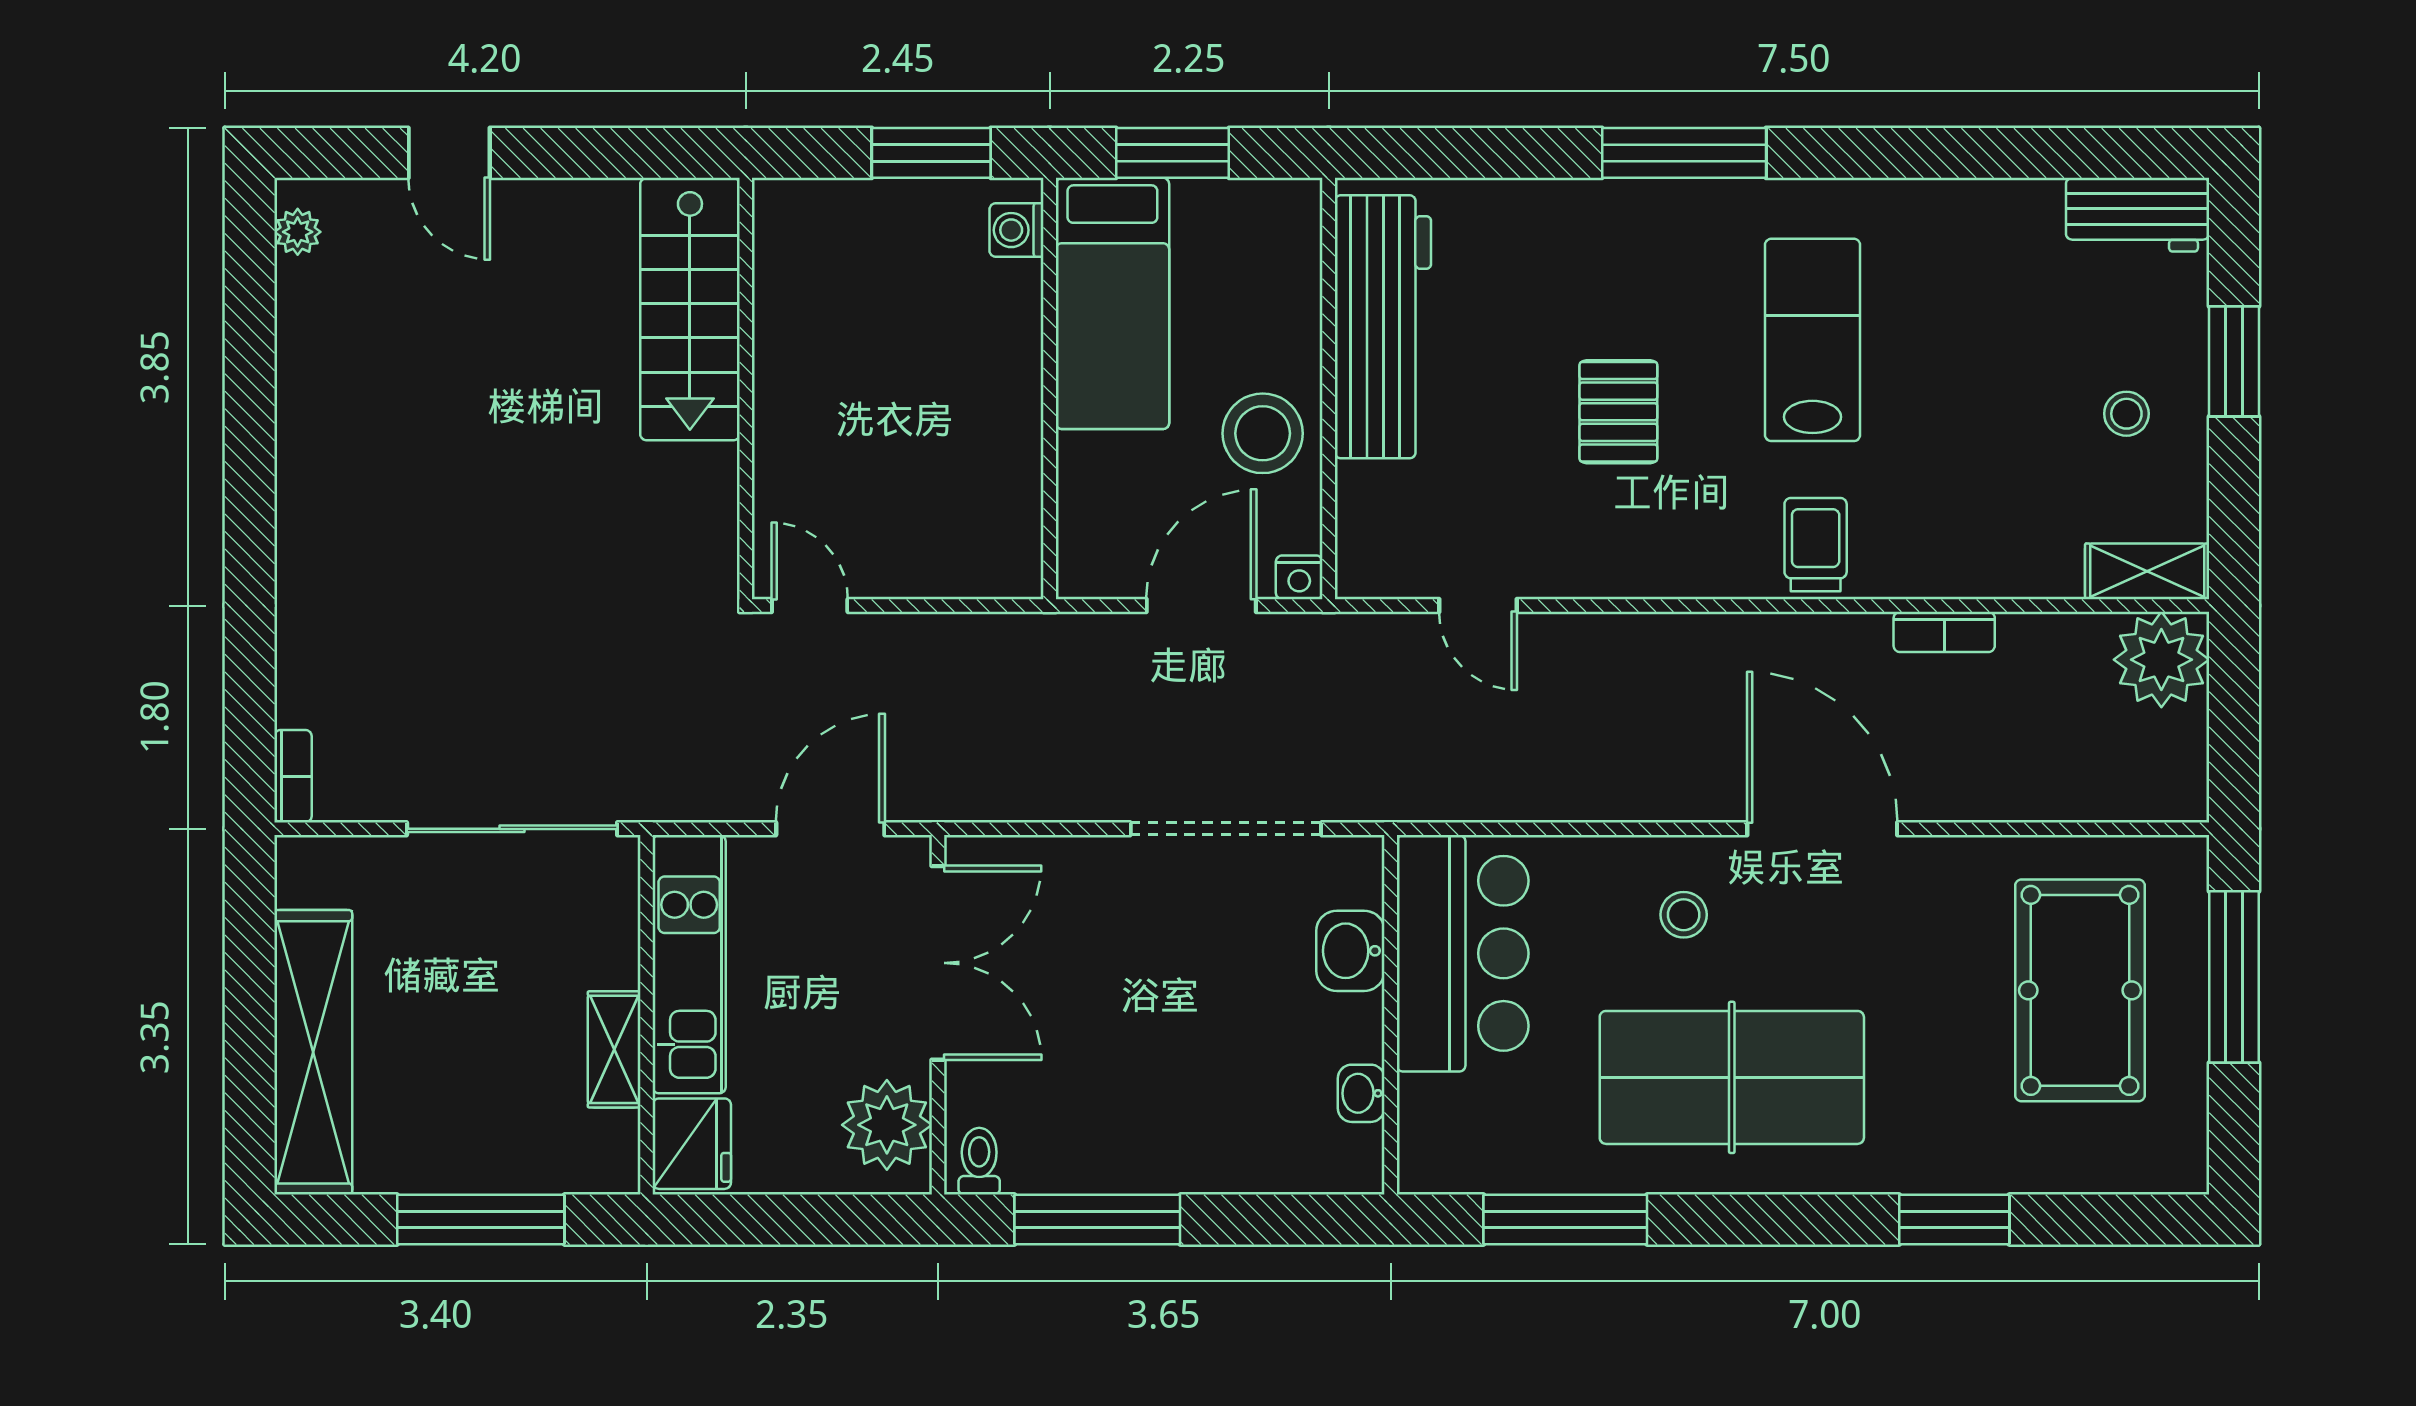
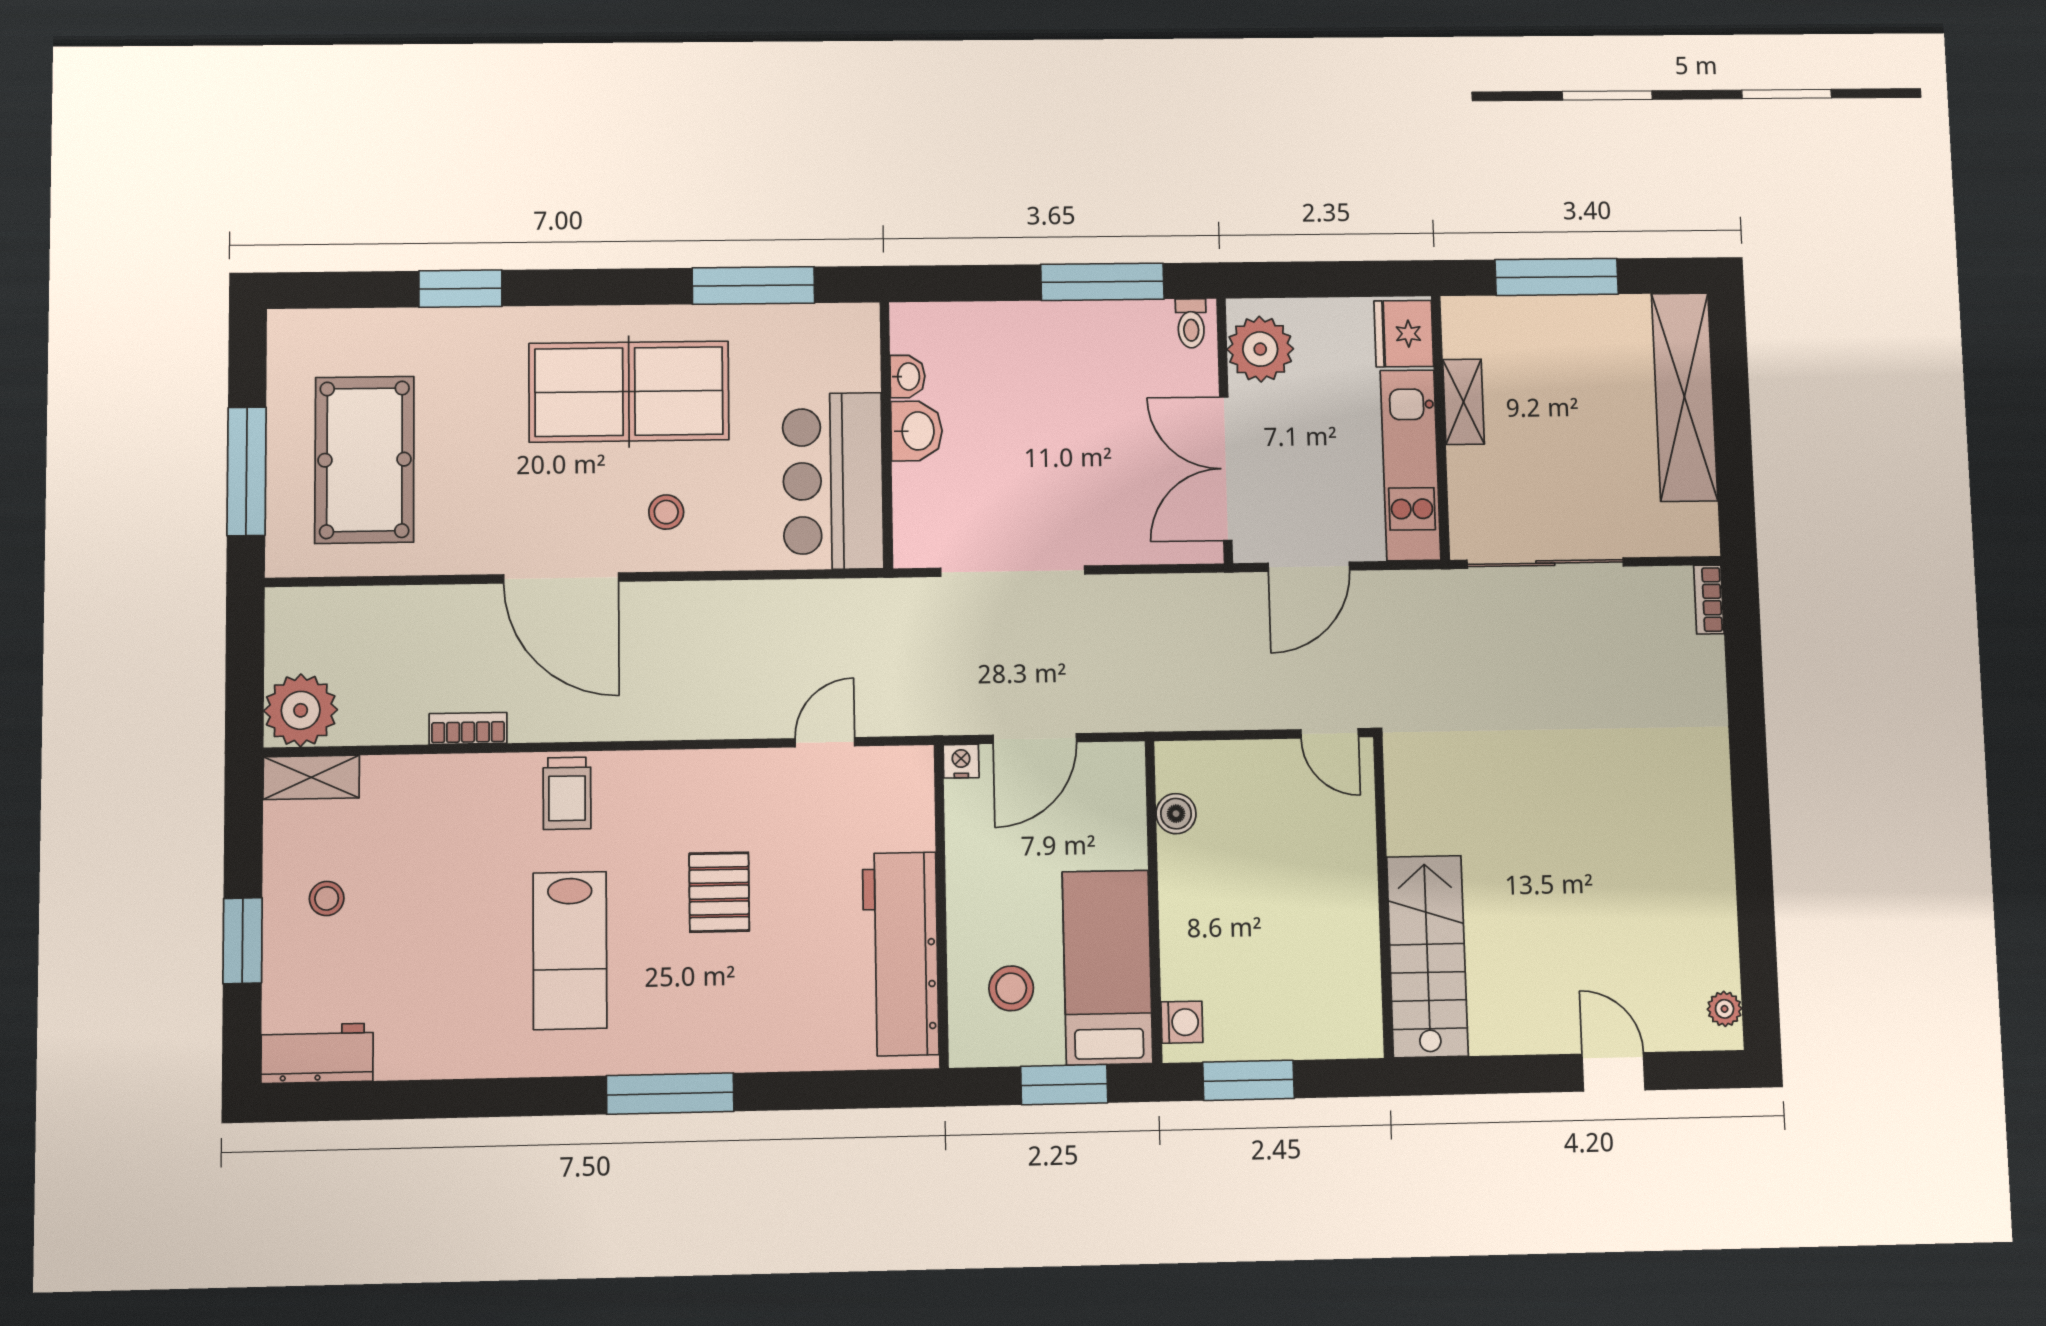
stool: (1263, 433) -> (1011, 988), moved, width x0.73, depth x0.73
boiler: (1017, 503) -> (1176, 814), added
door: (1478, 606) -> (825, 742), hinge flipped
washbasin: (1350, 951) -> (917, 431), moved

